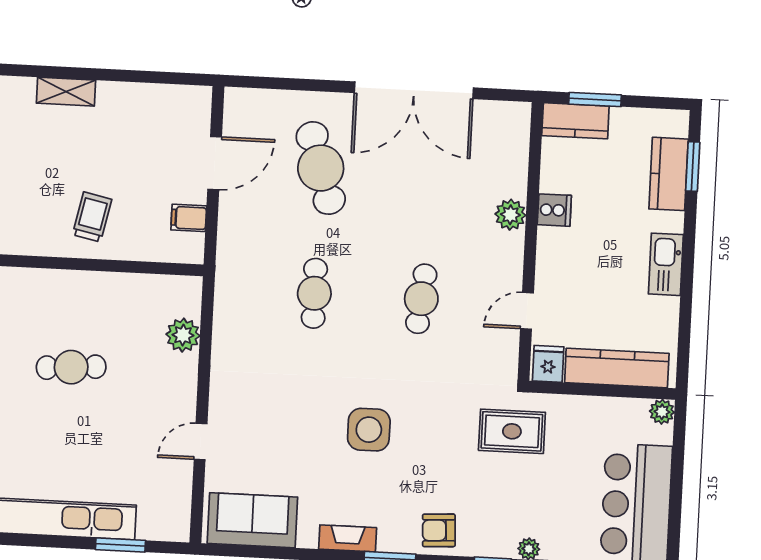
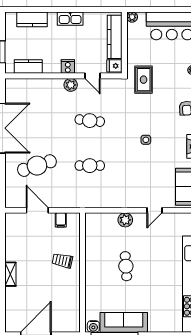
kitchen counter: (575, 121) -> (28, 66), moved, turned -90
window: (693, 167) -> (28, 9), removed
cooker: (554, 210) -> (68, 67), moved
plant: (510, 215) -> (71, 85), moved
plant: (183, 335) -> (125, 220), moved
side table: (369, 430) -> (146, 140), width x0.54, depth x0.54
door: (201, 441) -> (154, 210), hinge flipped

